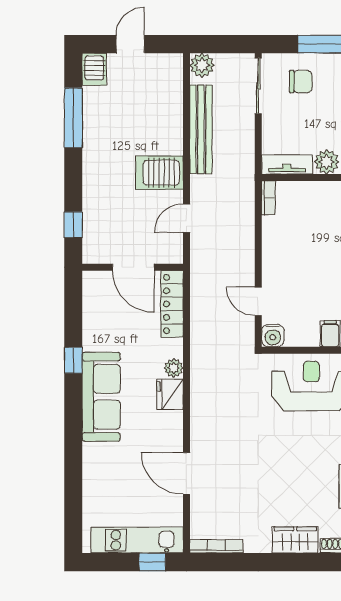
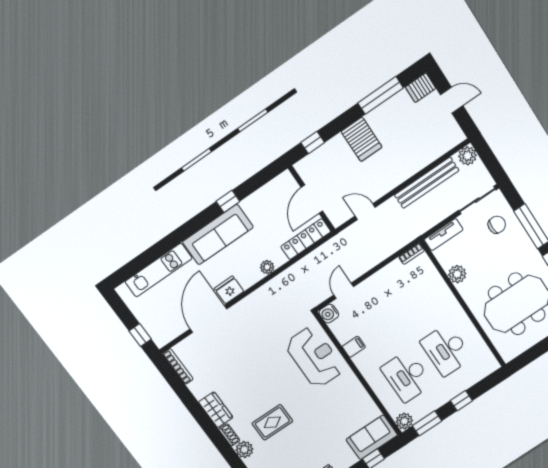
chair: (301, 82) -> (497, 225), turned -90
tv unit: (287, 164) -> (444, 235), moved, turned 90
server rack: (159, 173) -> (362, 139), moved, turned 180
fridge: (170, 394) -> (229, 290), moved
door: (186, 474) -> (208, 319), width x1.36
kitchen unit: (137, 540) -> (159, 270), moved, turned 90

